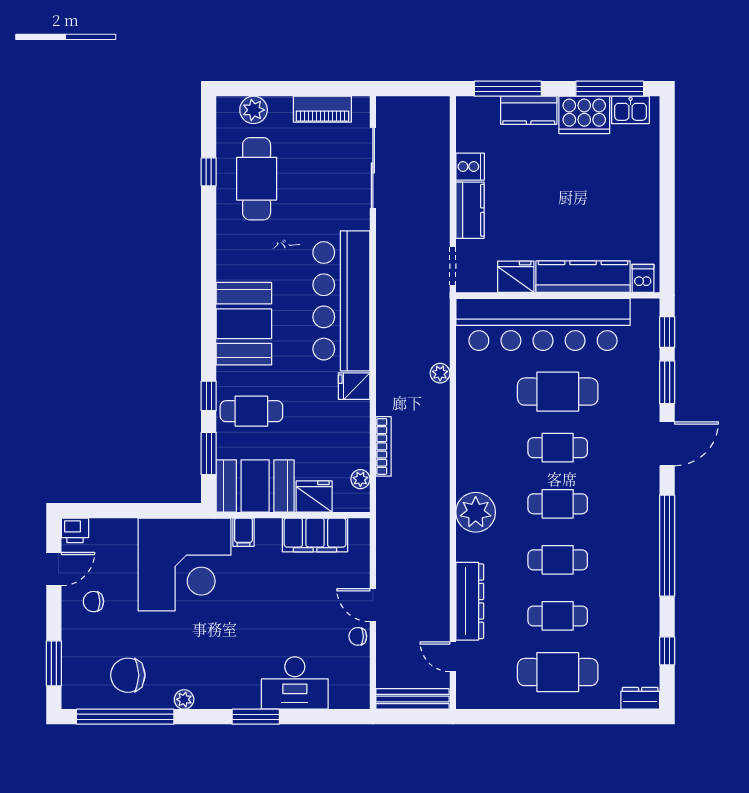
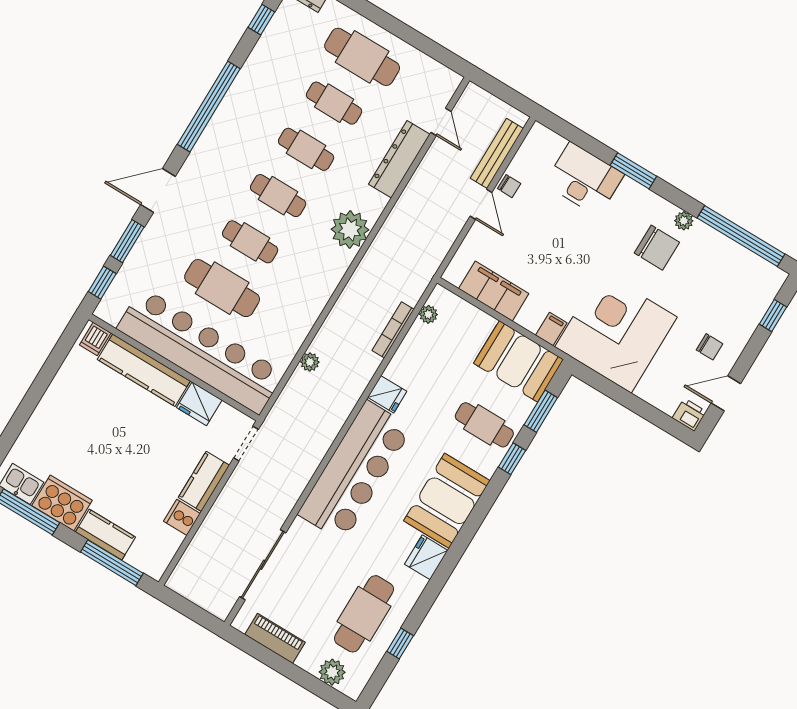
fridge: (314, 496) -> (426, 557), moved, turned 90
window: (54, 663) -> (773, 316), width x0.67
chair: (128, 675) -> (657, 248), moved
bench: (413, 699) -> (497, 153), moved, turned 90

